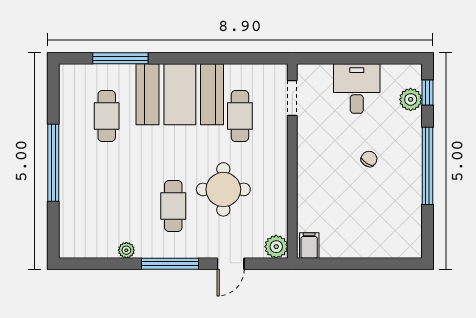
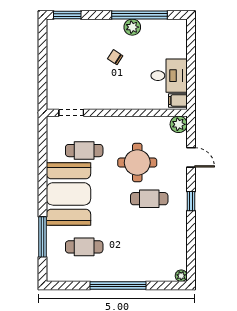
desk: (357, 89) -> (169, 76), moved, turned 180
window: (427, 92) -> (67, 15), width x1.50
plant: (411, 99) -> (132, 27), moved
window: (427, 166) -> (140, 15), moved
plant: (126, 250) -> (181, 276), moved
window: (170, 264) -> (191, 201), width x0.46

